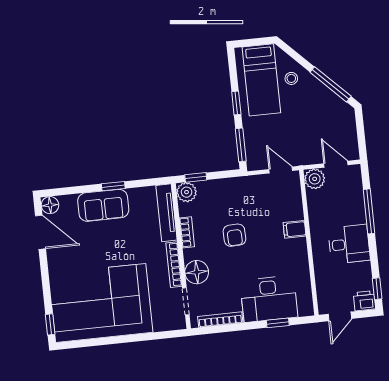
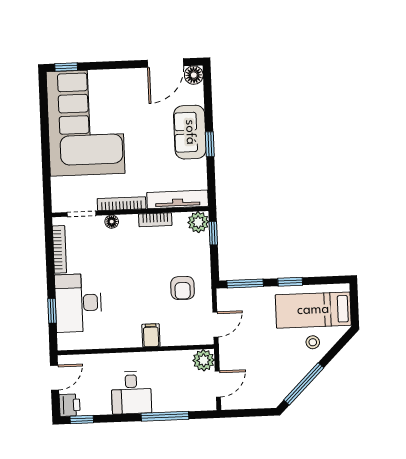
armchair: (234, 235) -> (183, 288), moved, turned -88
floor lamp: (197, 272) -> (112, 222), width x0.53, depth x0.53
door: (340, 316) -> (55, 378), swing flipped

